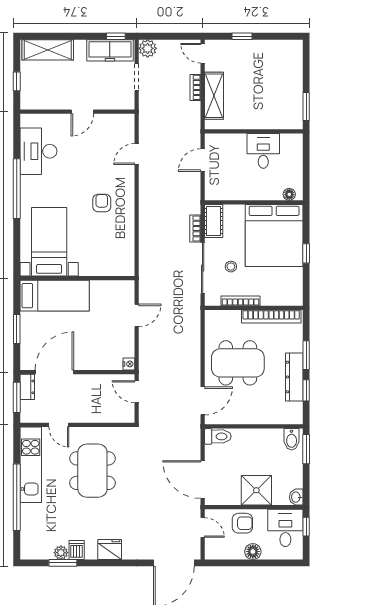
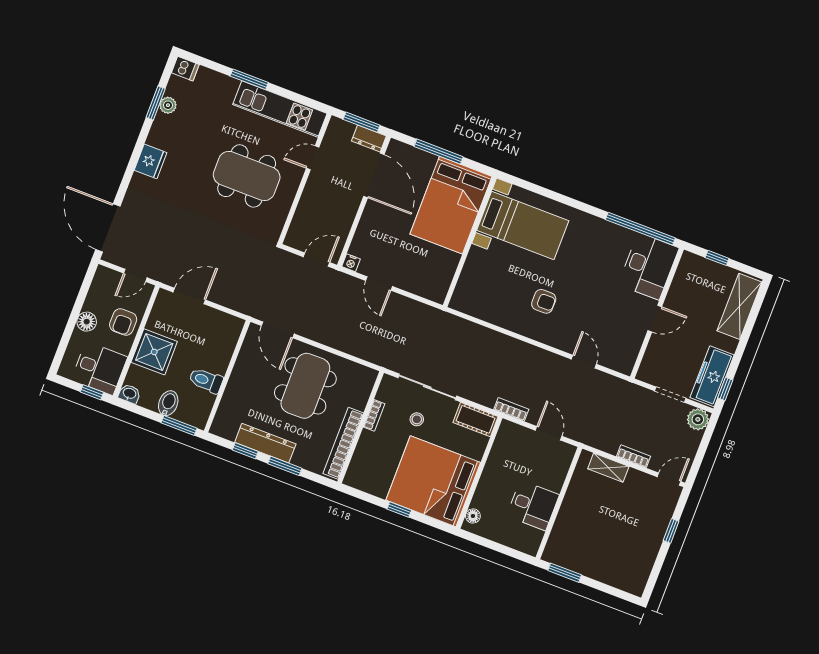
shelving: (214, 96) -> (608, 468), width x0.67, depth x0.75
door: (82, 112) -> (655, 319), swing flipped
desk: (38, 151) -> (649, 266), moved, turned 90
window: (17, 189) -> (640, 229), moved
bookcase: (195, 229) -> (511, 409), moved
bed: (55, 296) -> (451, 205), width x1.50
bookcase: (240, 301) -> (374, 415), width x0.64
door: (137, 315) -> (379, 283), moved
window: (17, 329) -> (439, 152), width x1.44
toilet: (218, 436) -> (206, 380), moved, turned 90
bidet: (292, 439) -> (168, 403), moved, turned 90
door: (203, 480) -> (189, 296), width x0.73
window: (17, 497) -> (249, 79), width x0.47
dishwasher: (77, 550) -> (185, 69), moved

